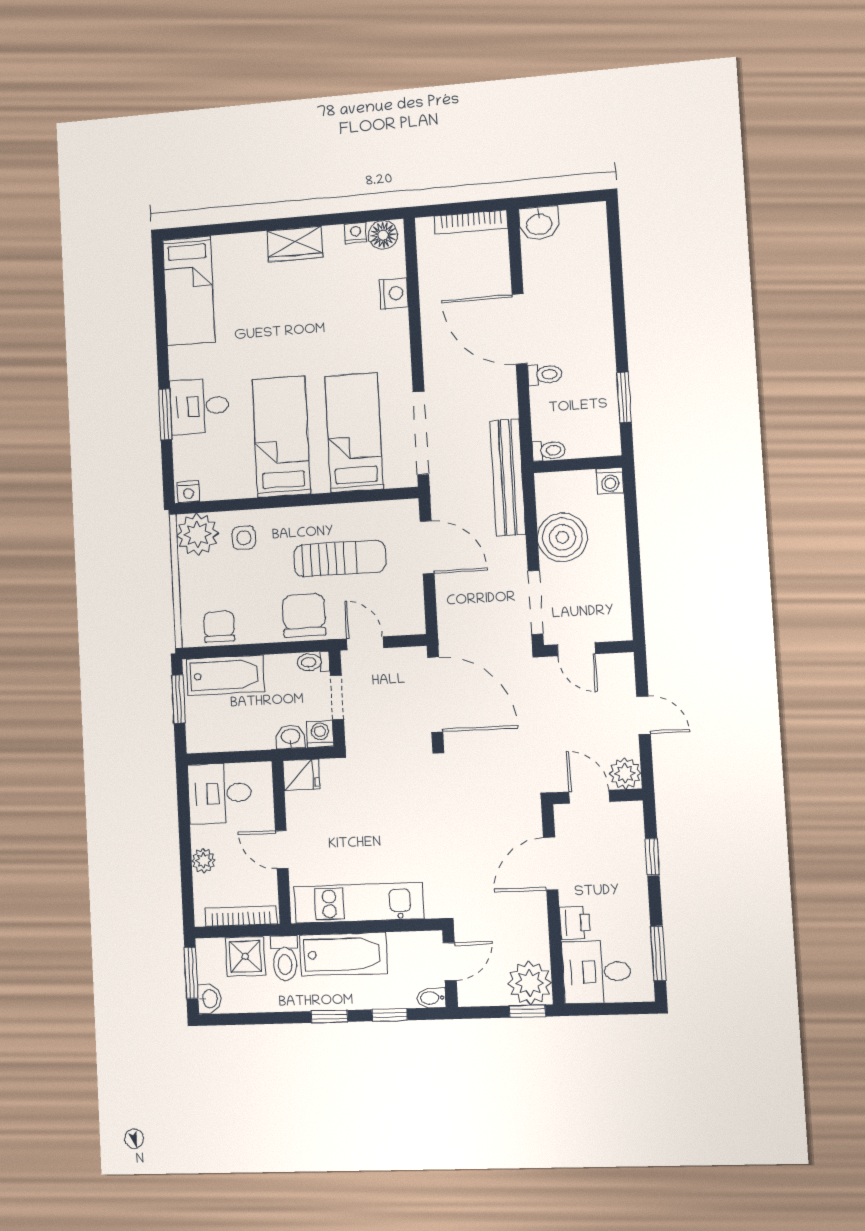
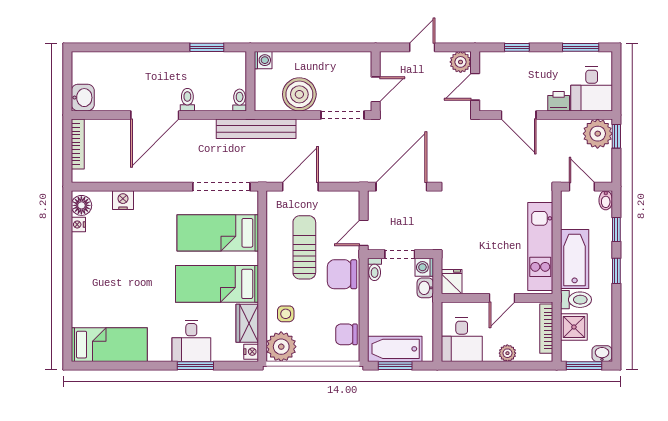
wardrobe: (295, 244) -> (247, 323), moved, turned 180
bathtub: (225, 675) -> (395, 349), moved, turned -90

